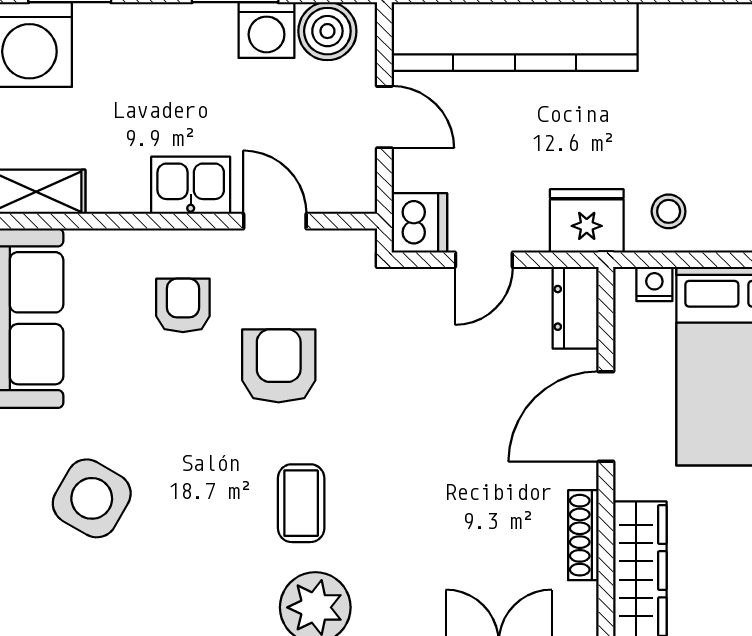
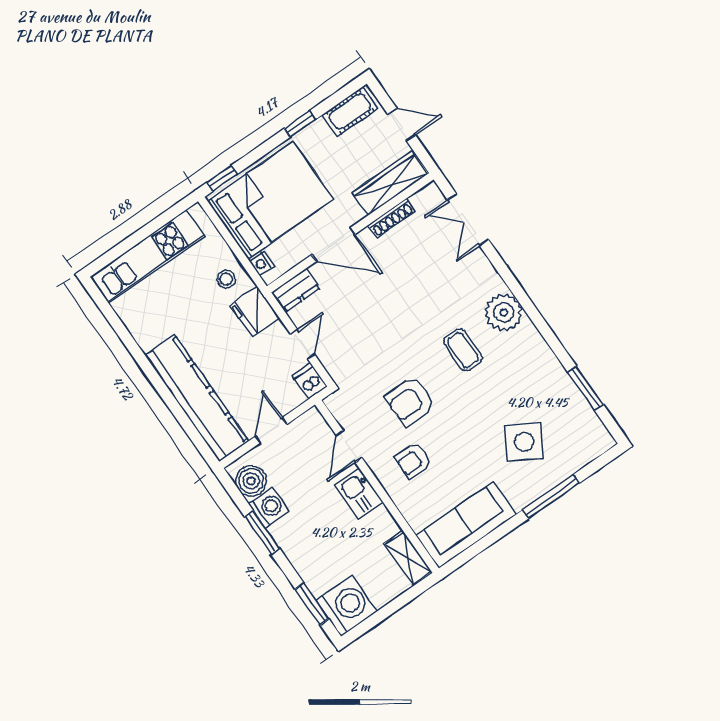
dishwasher: (419, 223) -> (310, 381), width x0.73
door: (484, 260) -> (303, 344), hinge flipped
coffee table: (301, 503) -> (463, 350), turned 90

